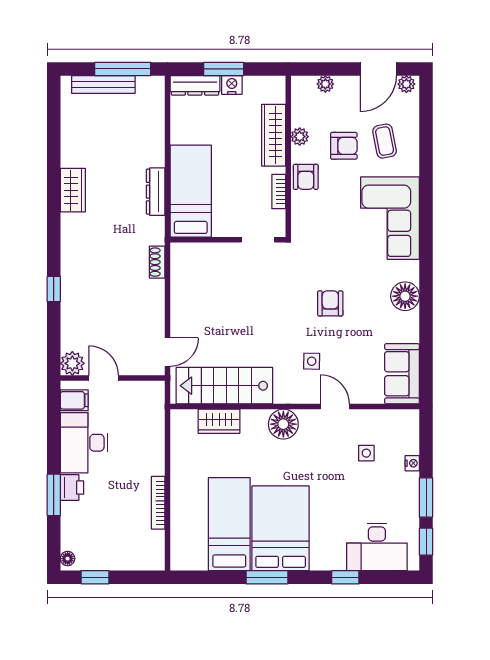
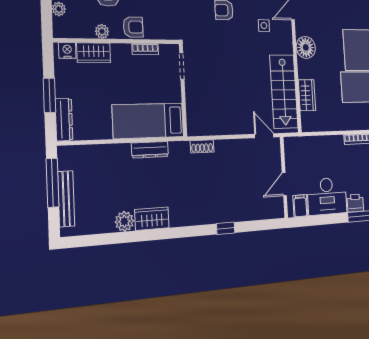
nightstand: (232, 85) -> (67, 50), moved, turned 90
wardrobe: (274, 135) -> (94, 53), width x0.67
plant: (72, 363) -> (124, 221), moved

